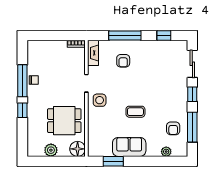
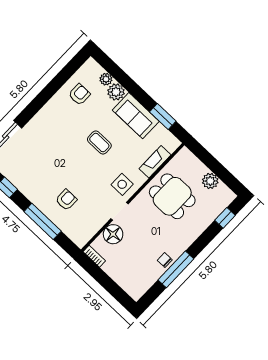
fireplace: (93, 53) -> (155, 162), moved
window: (192, 94) -> (32, 109), removed
window: (22, 110) -> (225, 218), moved
window: (192, 127) -> (61, 79), removed
floor lamp: (78, 149) -> (113, 234), moved
plant: (154, 150) -> (116, 92), added

